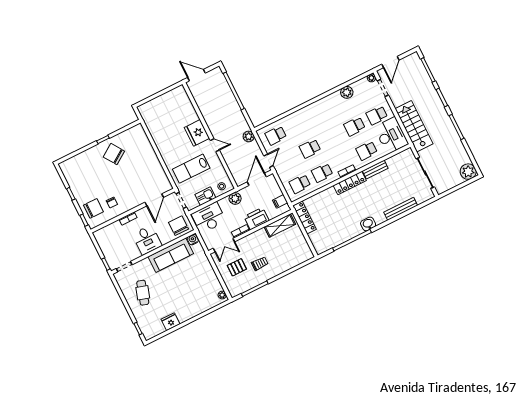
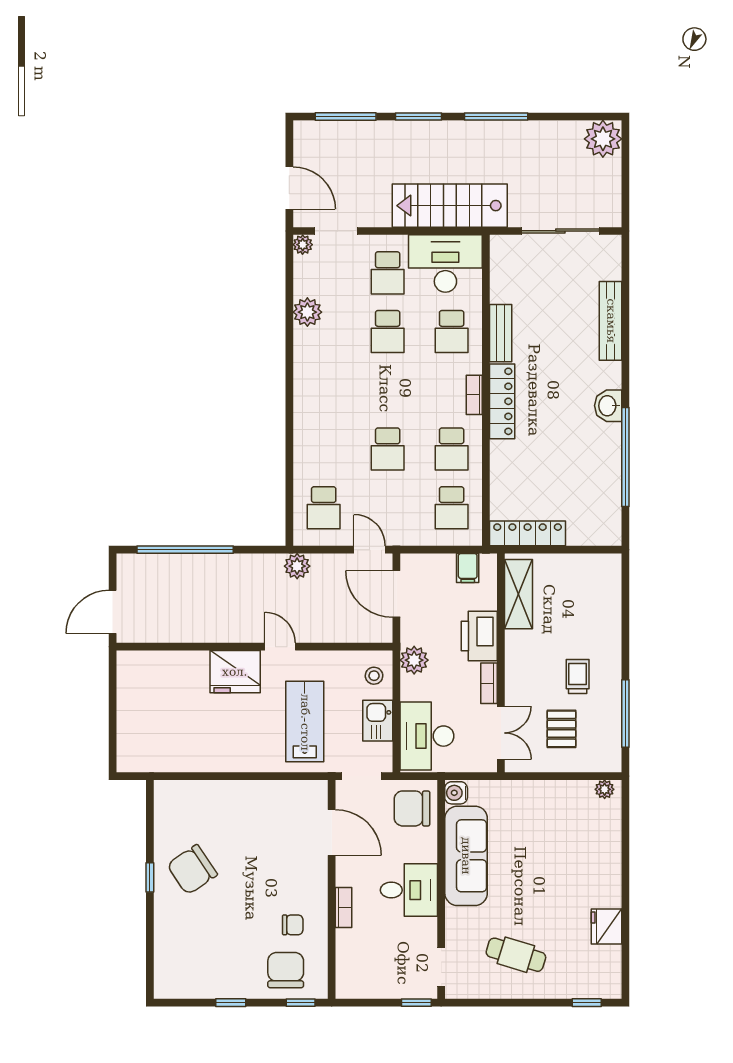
door: (215, 145) -> (280, 647), hinge flipped
lab bench: (191, 169) -> (305, 722), turned 180

